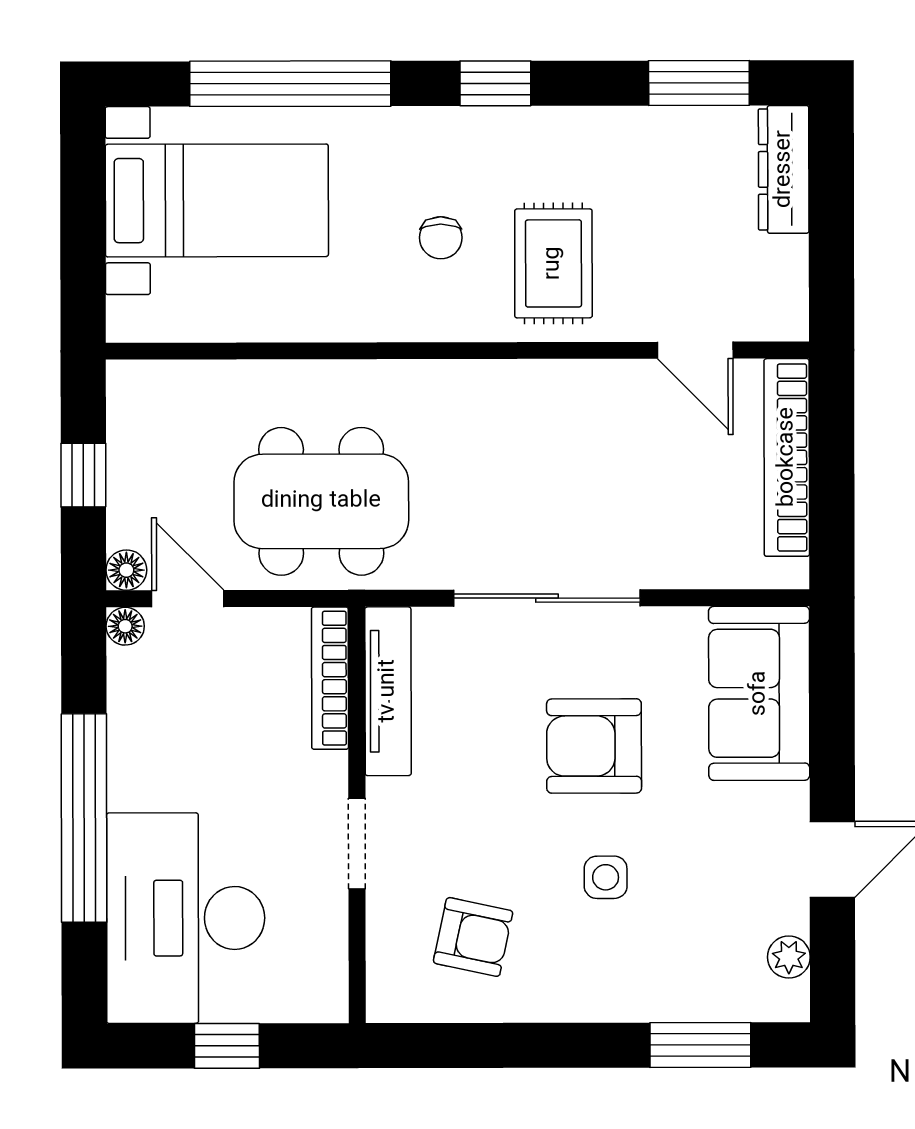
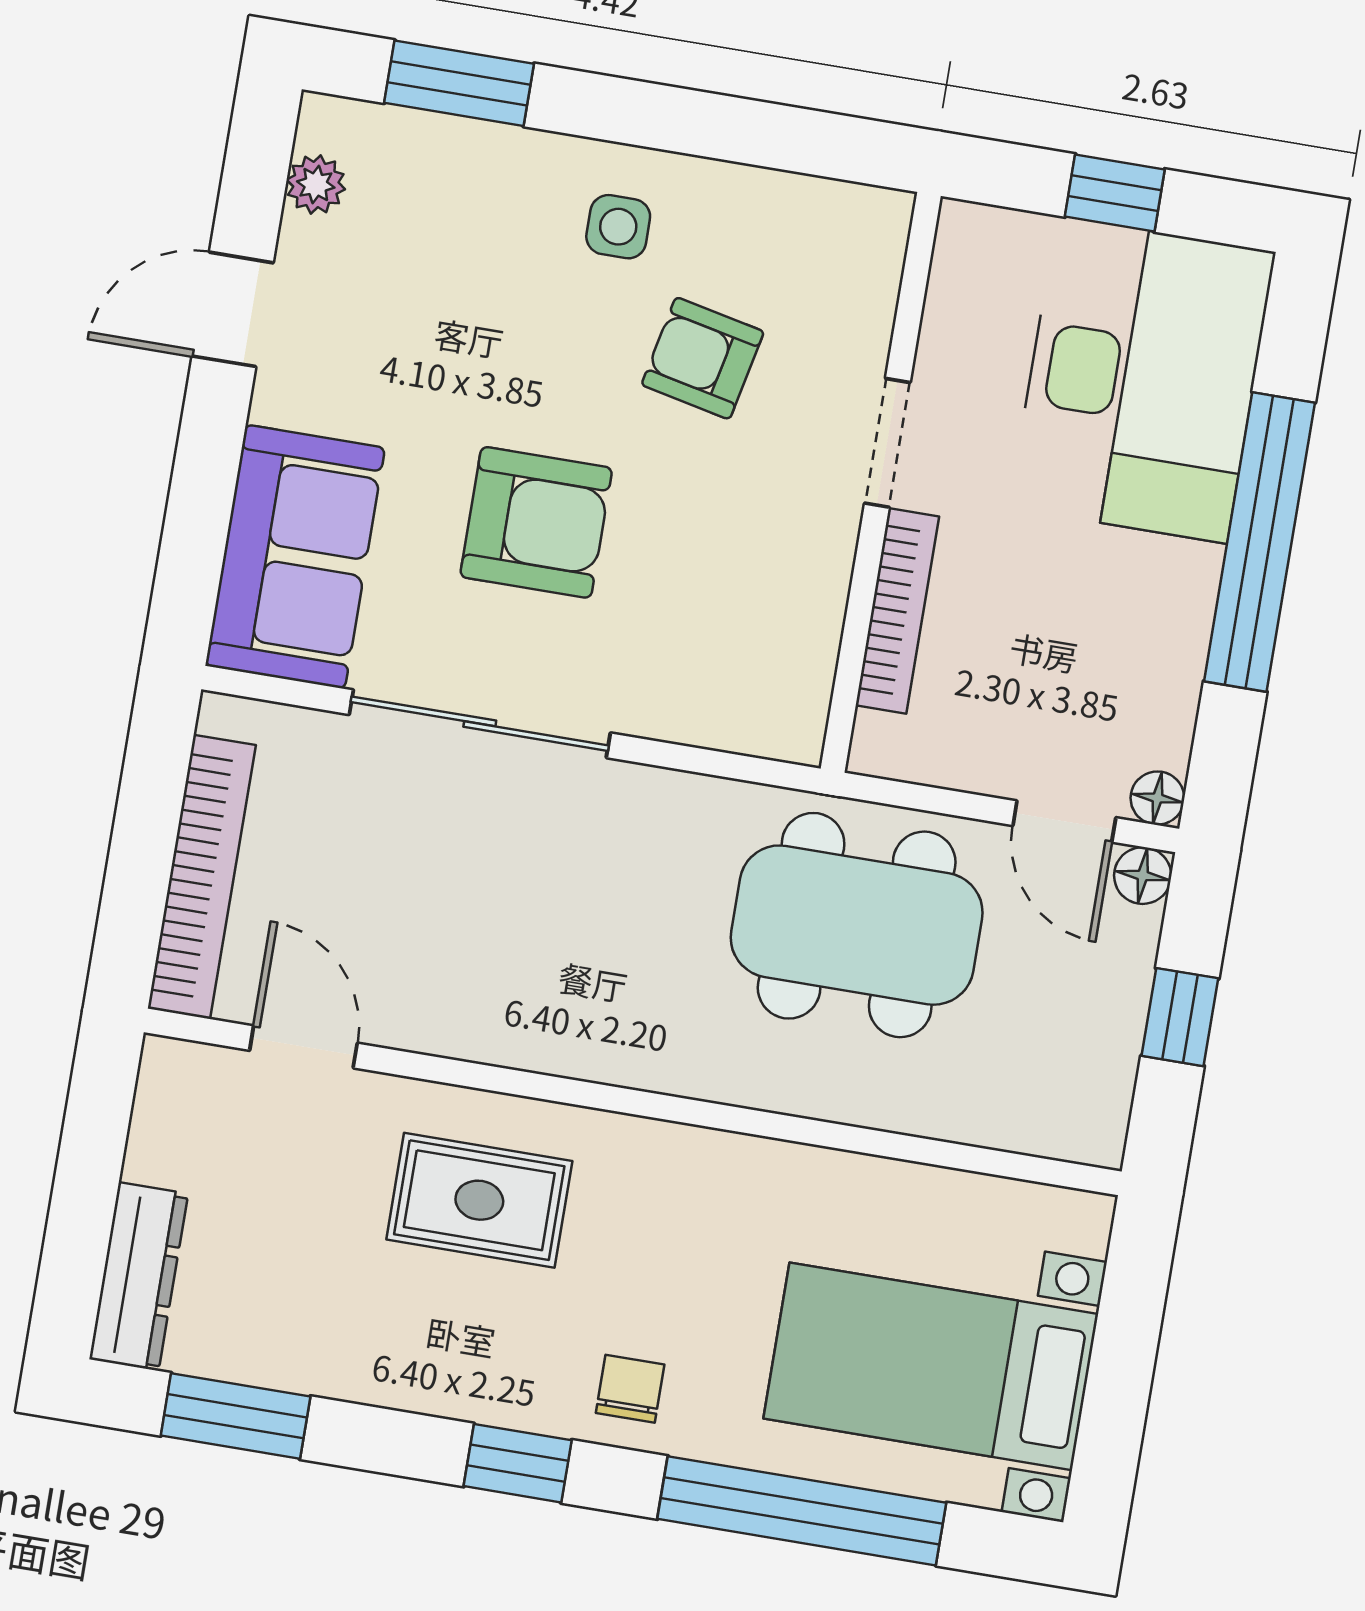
chair: (441, 238) -> (630, 1389), moved
rug: (553, 263) -> (479, 1200), turned 90
sliding door: (547, 598) -> (480, 724), moved
bookcase: (330, 678) -> (897, 611), moved
tv unit: (388, 691) -> (809, 646), removed
side table: (606, 877) -> (618, 227), moved
armchair: (473, 937) -> (703, 358), moved

